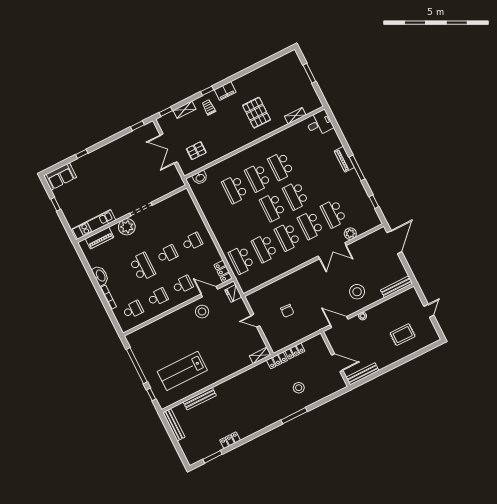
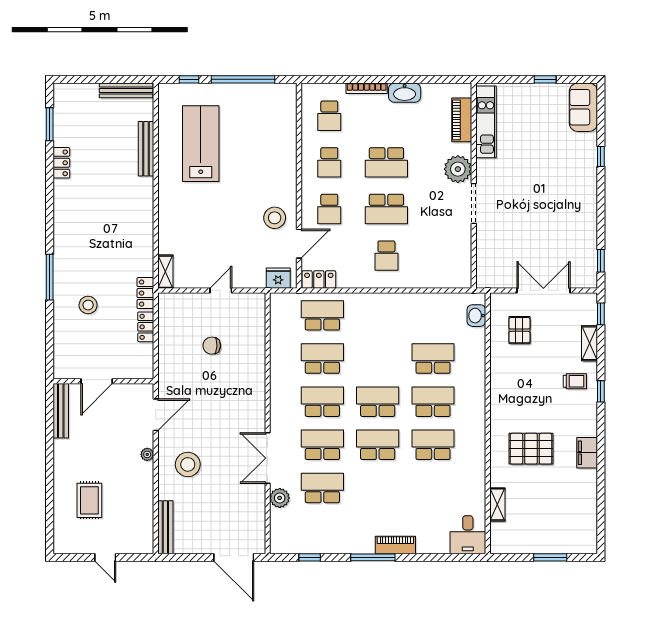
filing cabinet: (225, 91) -> (587, 453), moved
school desk: (167, 254) -> (386, 209), width x1.85

